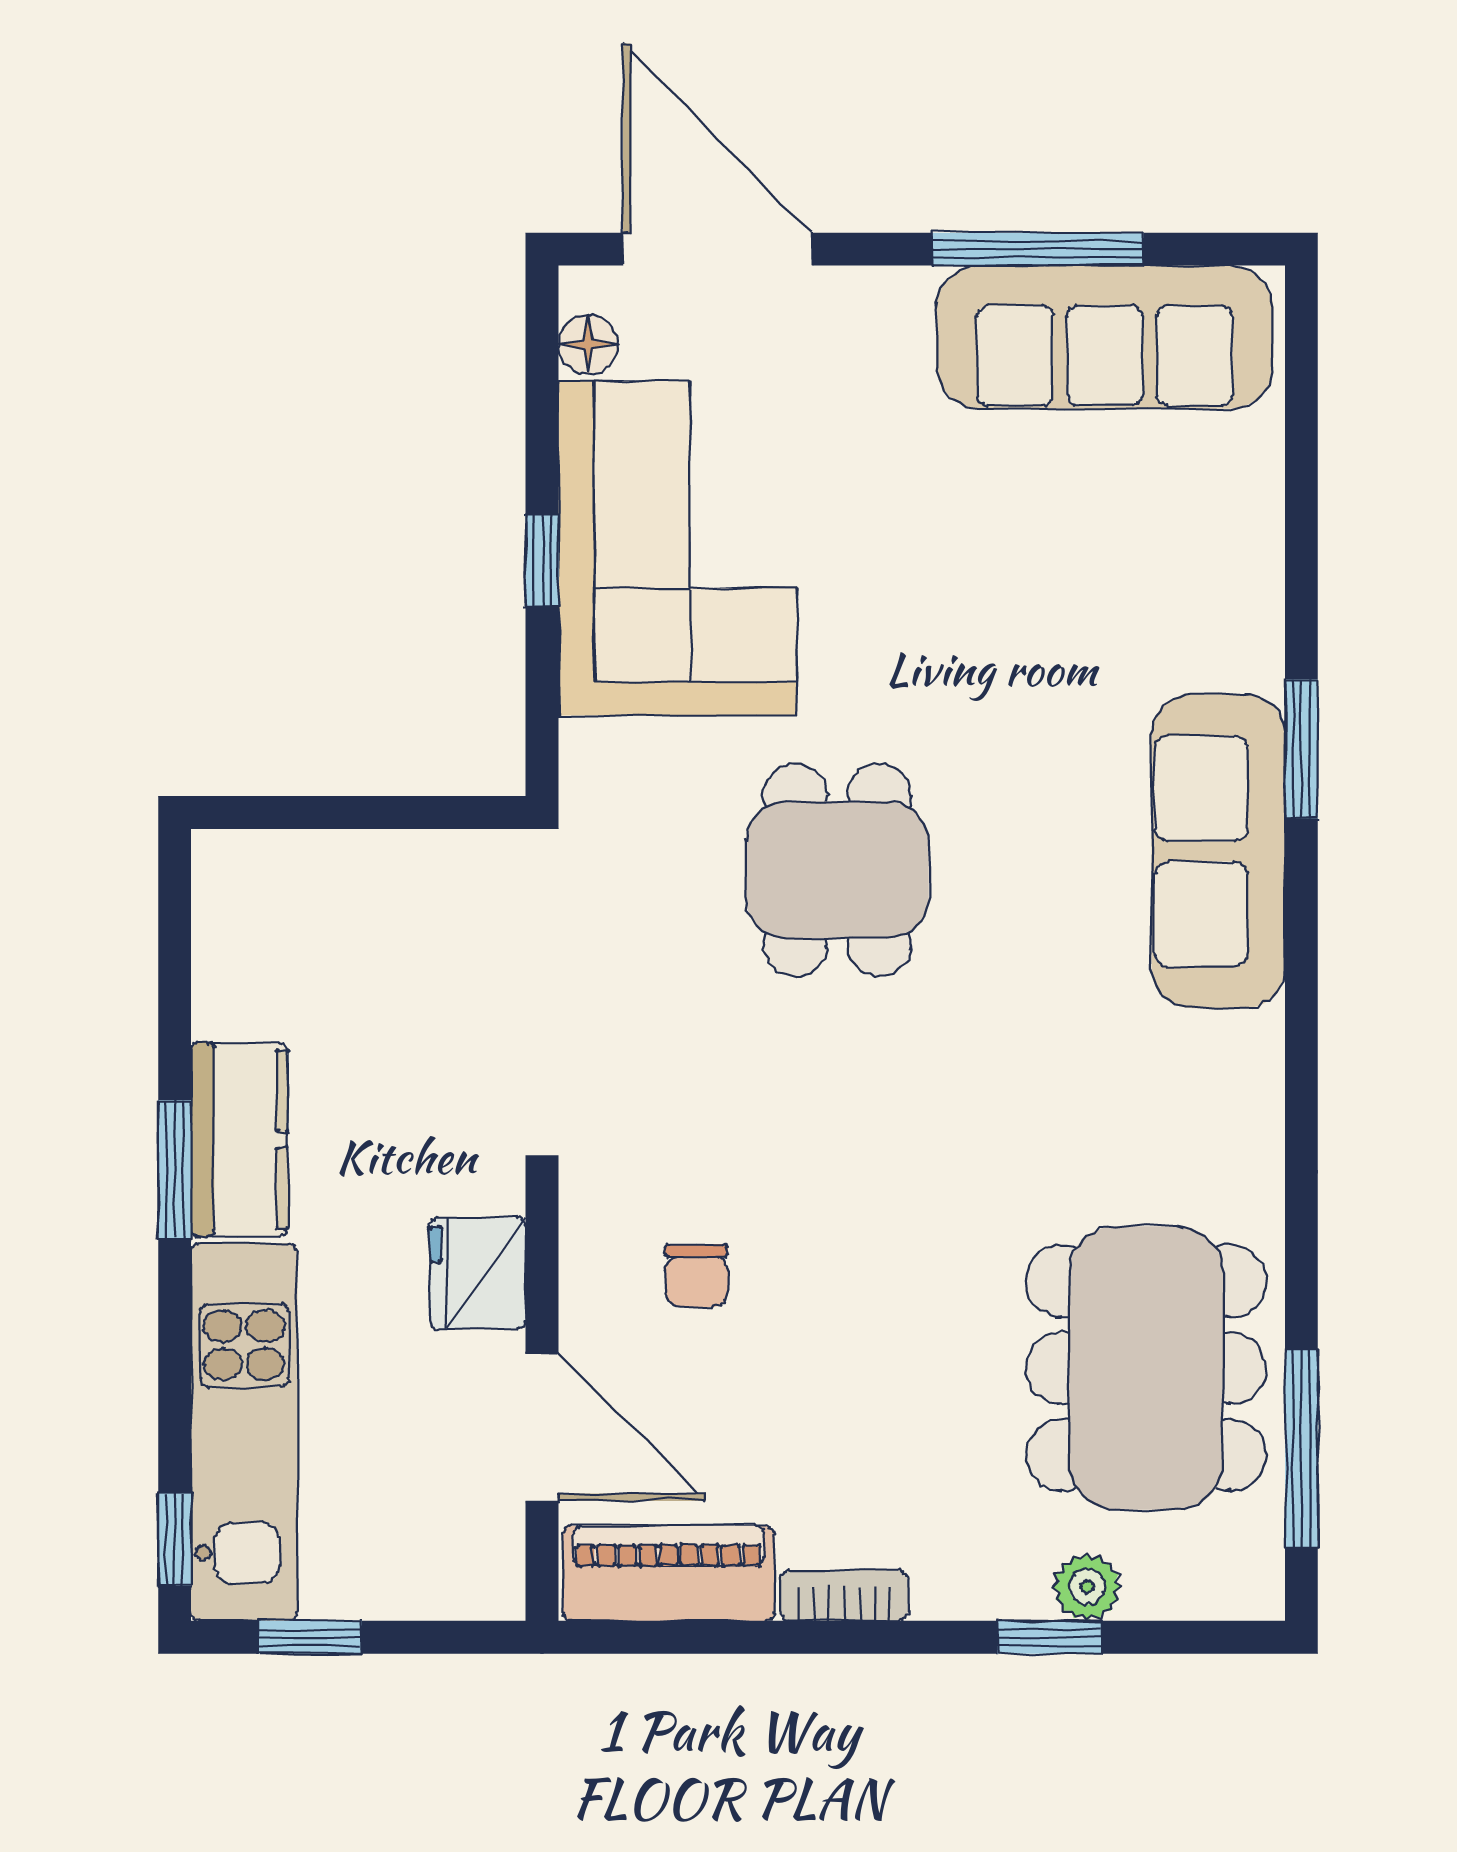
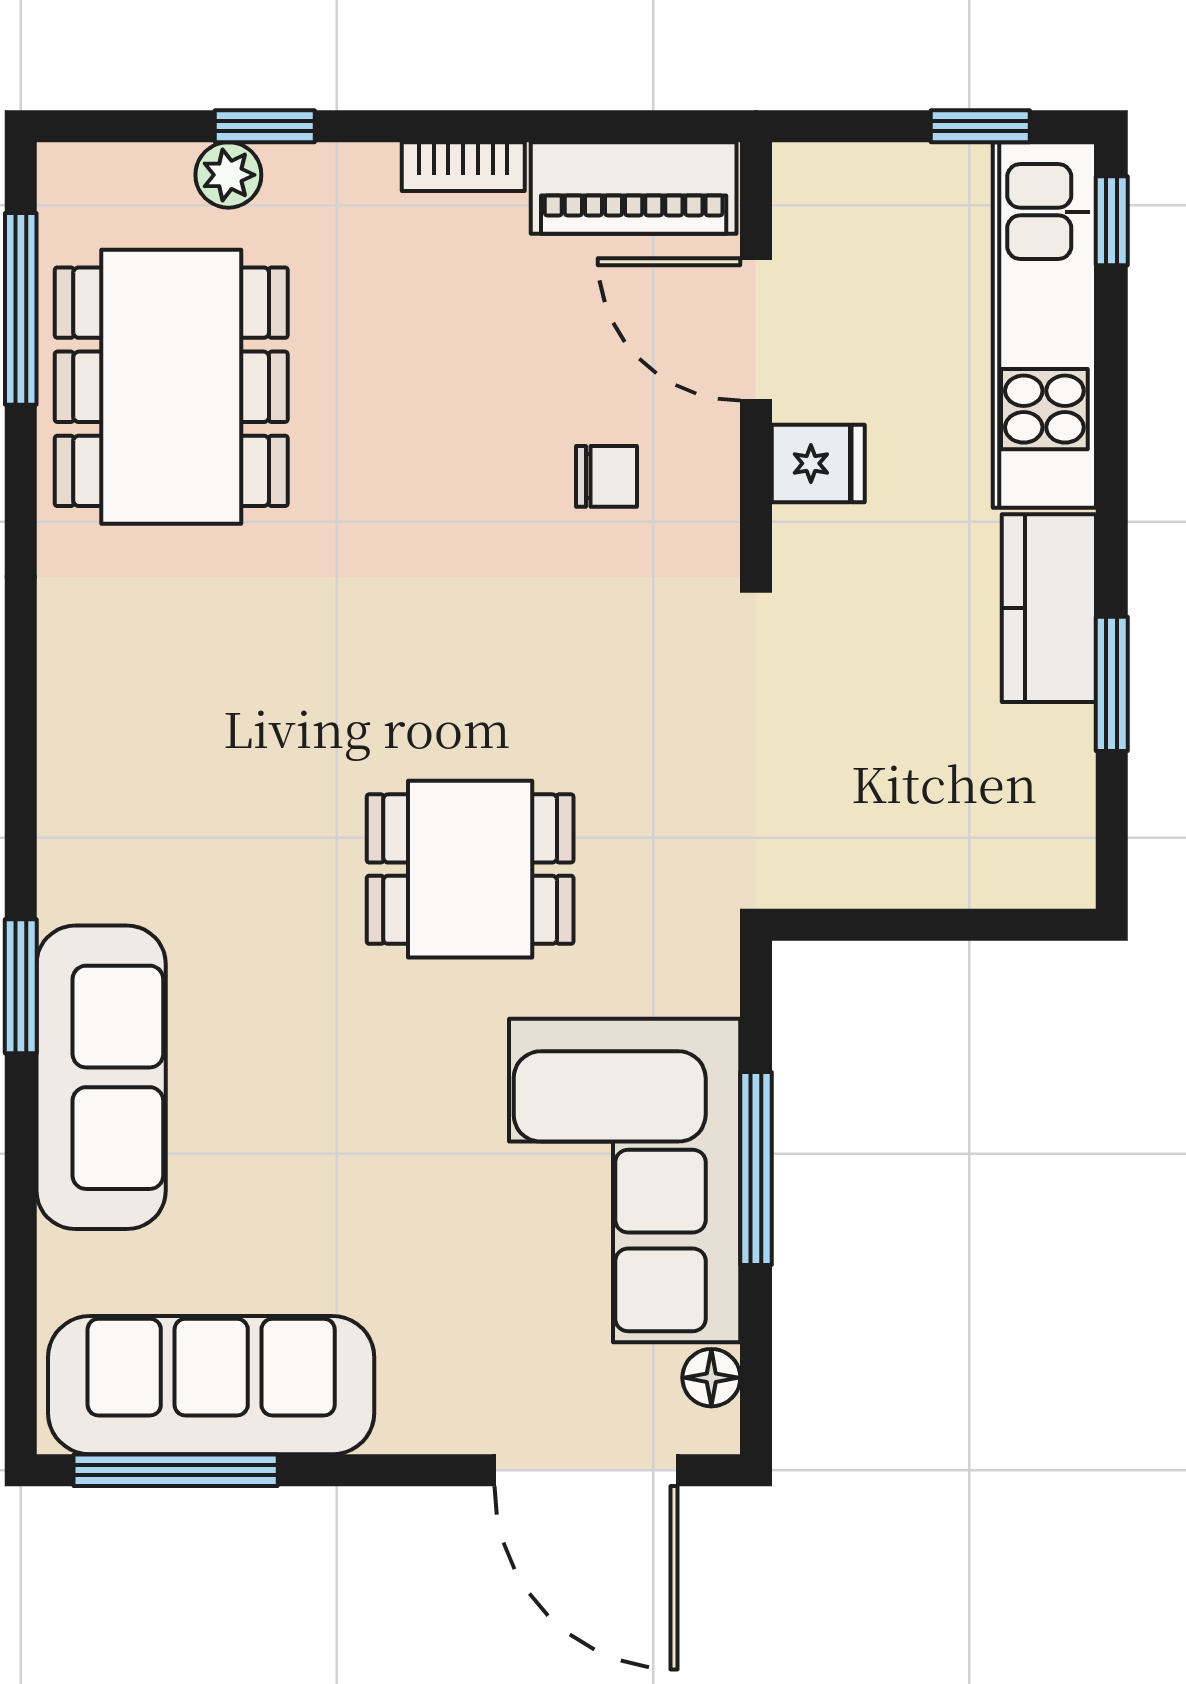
window: (1038, 249) -> (176, 1470), moved
window: (542, 561) -> (756, 1169), width x2.17
sofa: (1218, 851) -> (101, 1077), moved
dining table: (837, 870) -> (470, 869), turned 90
window: (175, 1170) -> (1112, 684), moved
fridge: (478, 1273) -> (818, 463), width x0.72
chair: (696, 1276) -> (606, 476), turned 90

